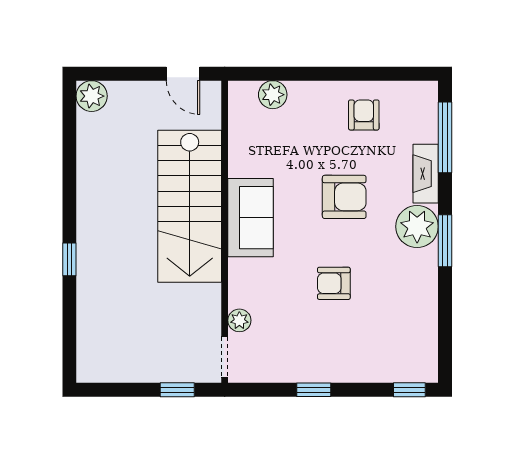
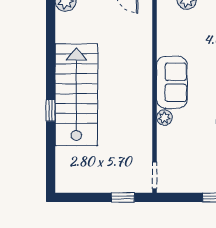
stairs: (190, 206) -> (76, 95), moved, turned 180
plant: (239, 320) -> (164, 118), moved

